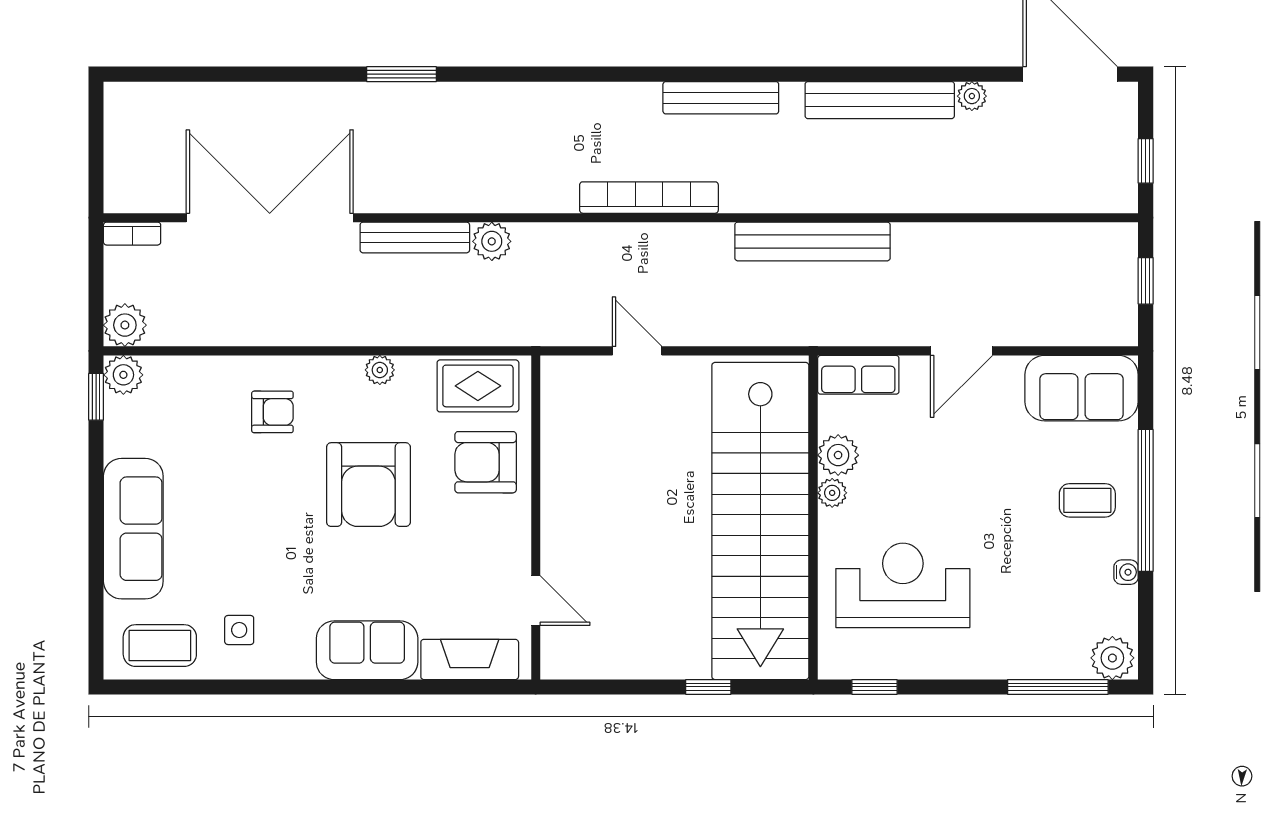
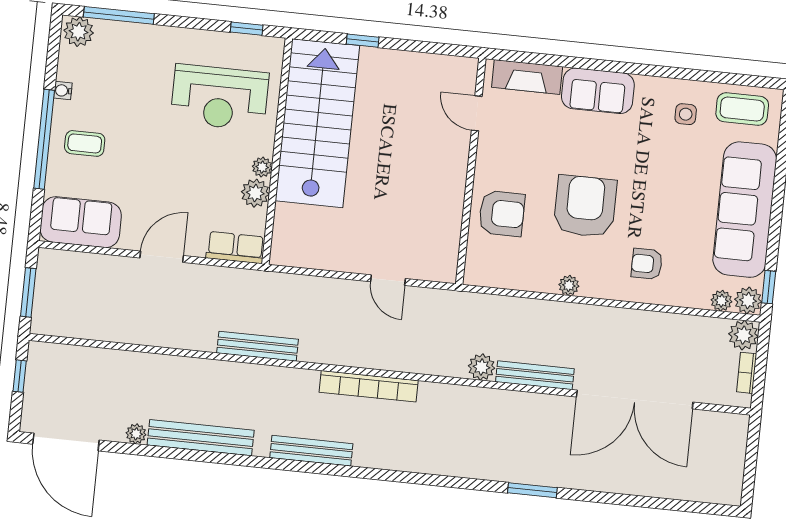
bookcase: (132, 234) -> (747, 373), moved, turned -90
bench: (812, 241) -> (258, 346), width x0.73, depth x0.82
window: (1146, 281) -> (28, 292), width x1.50
plant: (161, 371) -> (721, 301), added
rug: (478, 386) -> (502, 267), removed
stairs: (760, 521) -> (317, 123), width x0.73
sofa: (133, 529) -> (745, 210), width x1.36, depth x1.27

